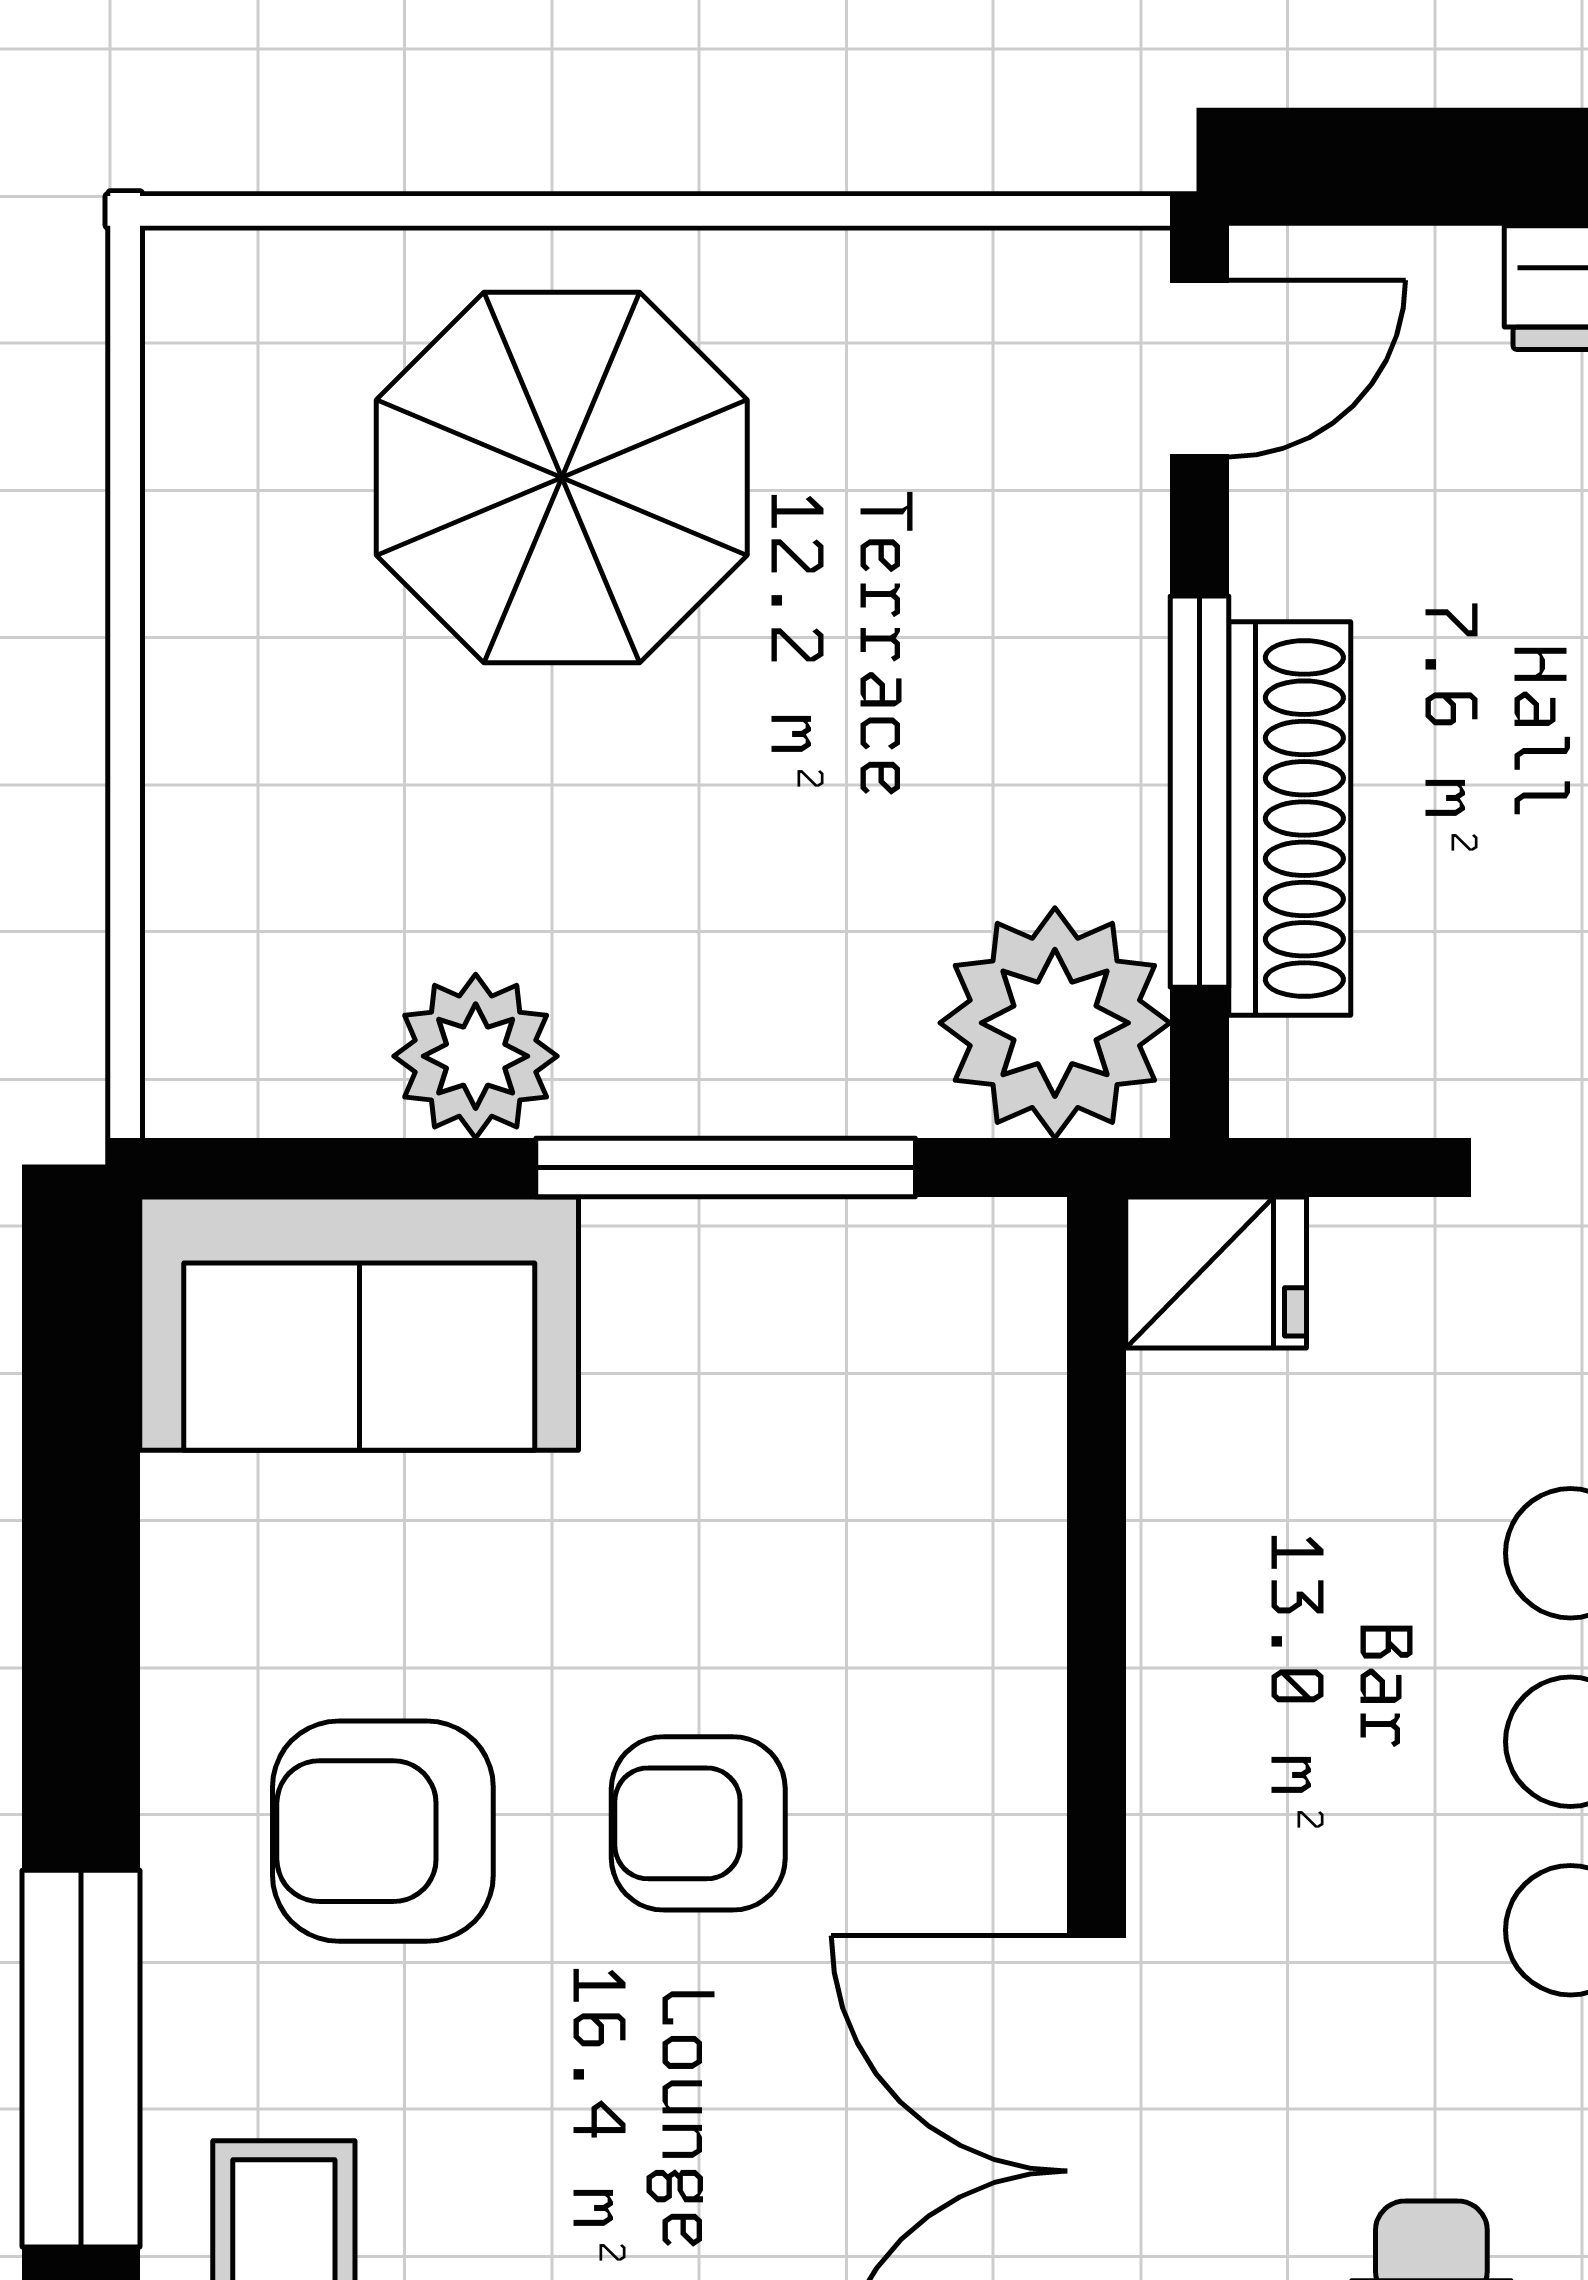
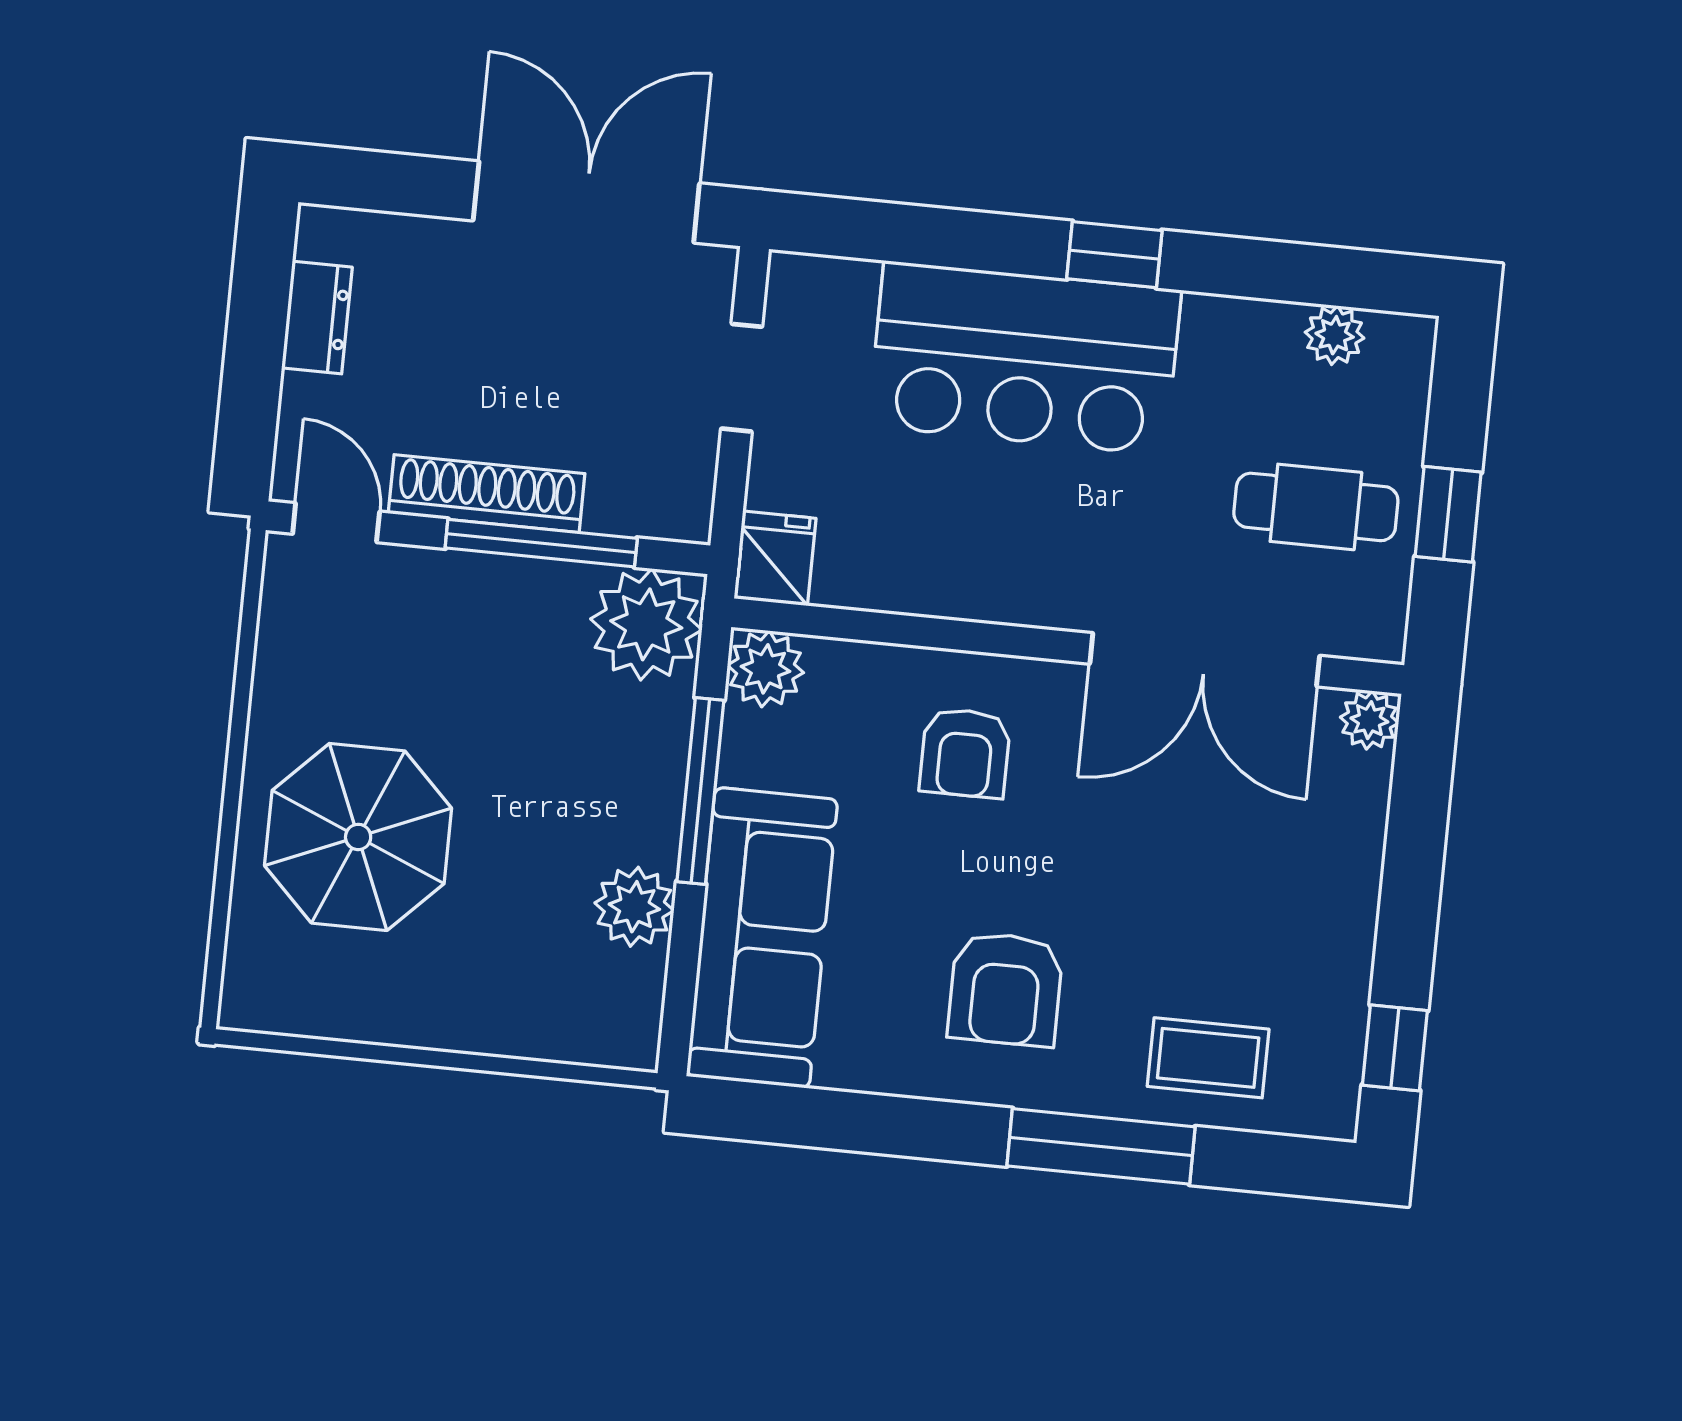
shoe rack: (1290, 818) -> (487, 494), moved
plant: (988, 1276) -> (765, 669), added
sofa: (359, 1324) -> (762, 938), width x1.36
armchair: (698, 1823) -> (965, 753), moved

